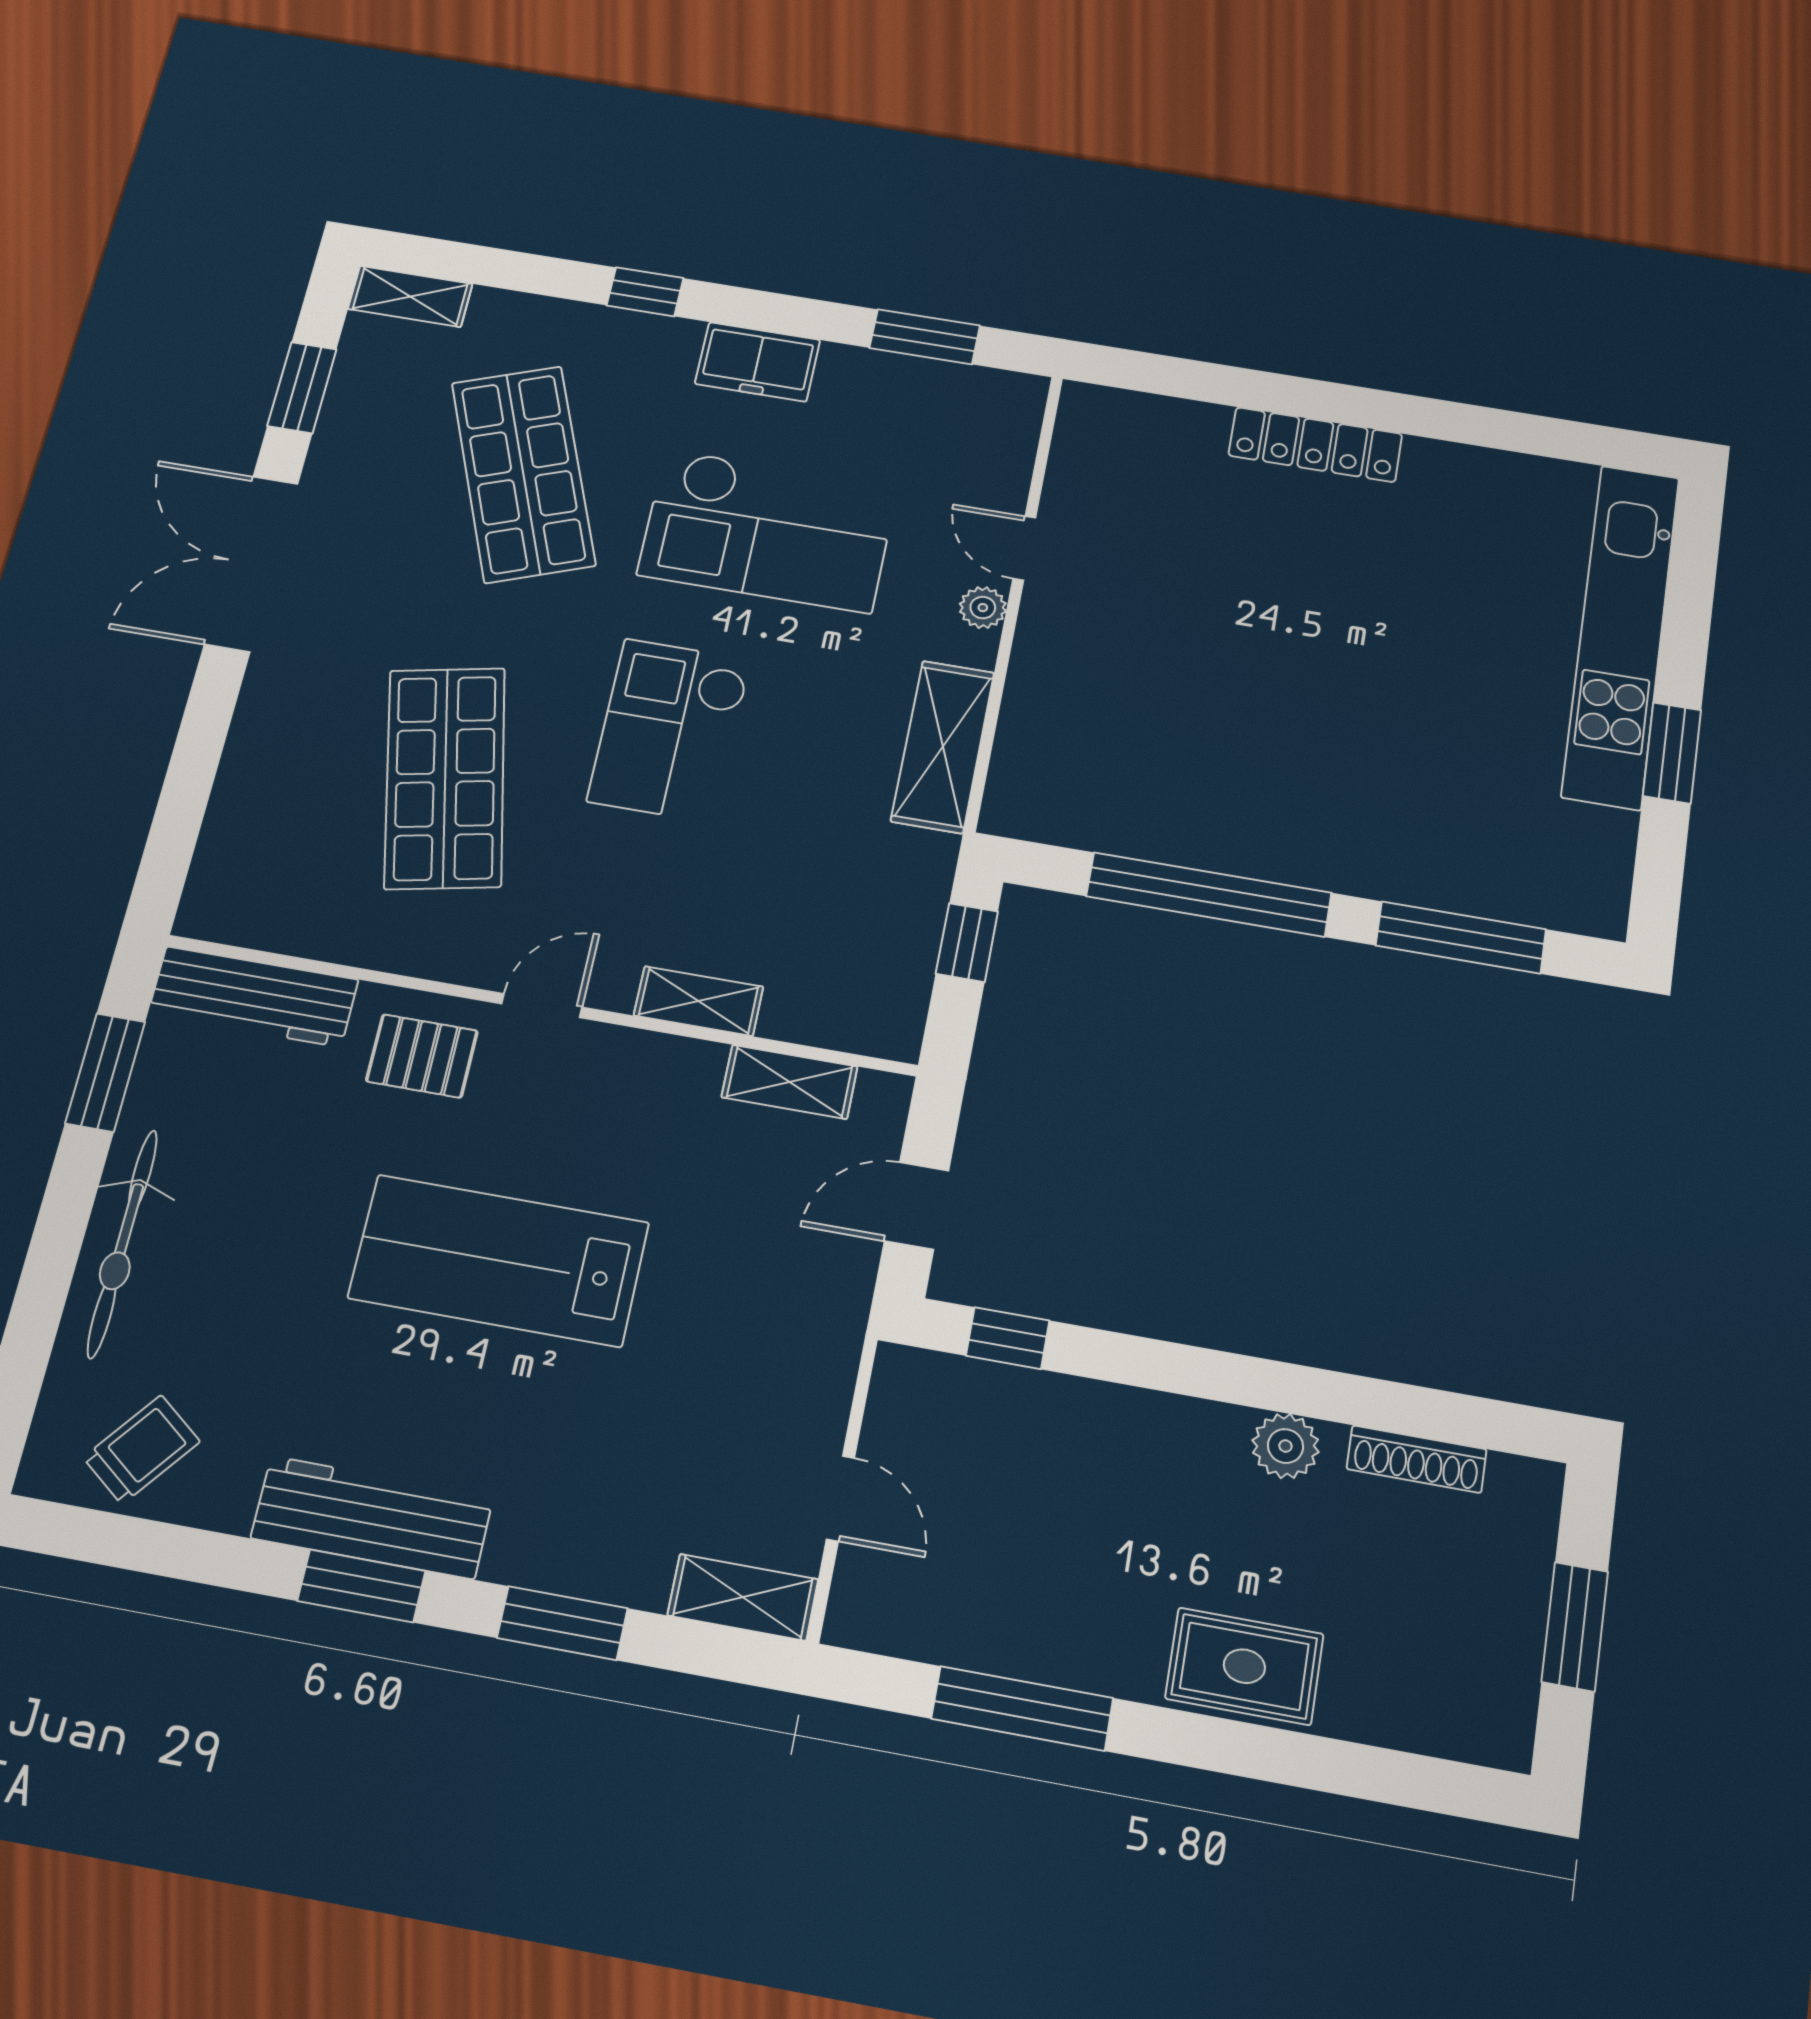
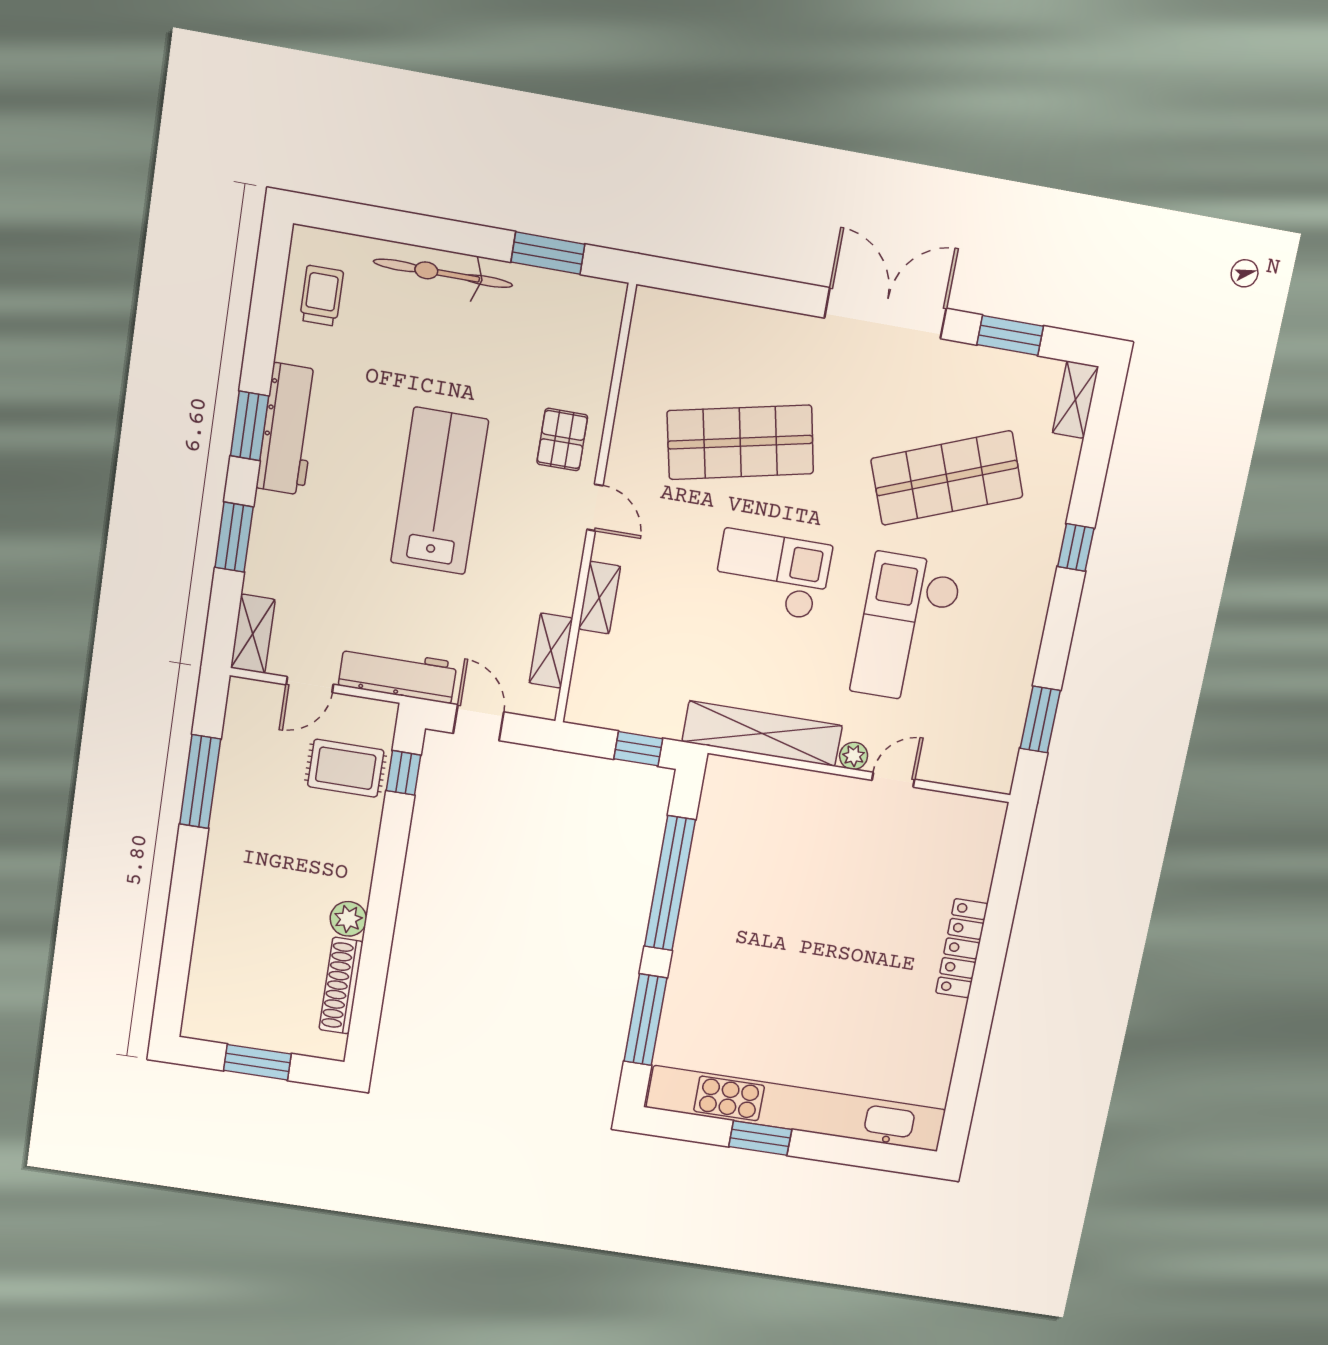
freezer: (758, 362) -> (1024, 619), removed
kitchen unit: (1621, 635) -> (796, 1109), width x1.36
shelving: (943, 747) -> (762, 734), width x1.47
workbench: (253, 997) -> (398, 674), moved, turned 90
trolley: (142, 1450) -> (322, 296), turned -128
shoe rack: (1417, 1459) -> (341, 986), width x1.36, depth x1.24
rug: (1244, 1666) -> (346, 768), moved, turned 90

